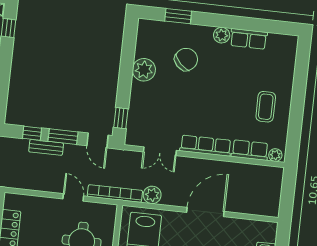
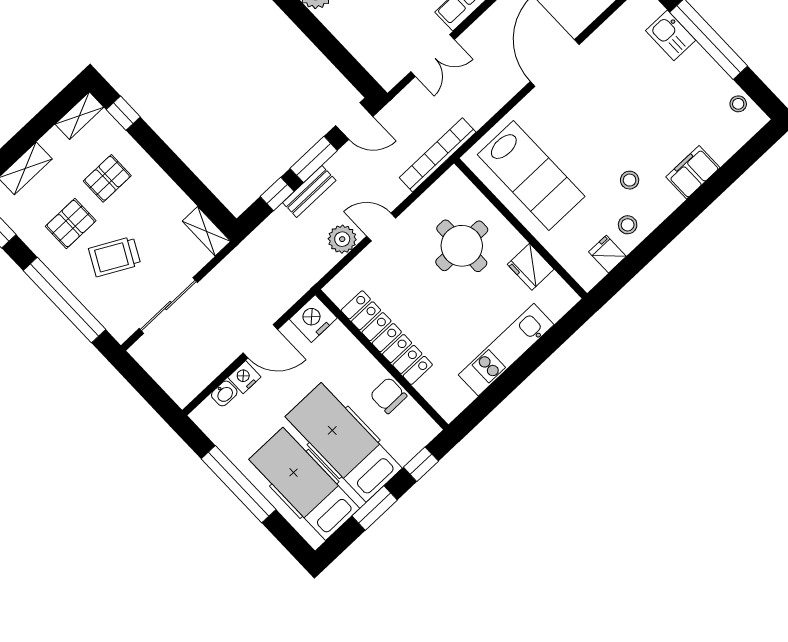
window: (121, 118) -> (351, 69), removed
plant: (152, 195) -> (342, 239), moved
door: (73, 197) -> (381, 227), moved

